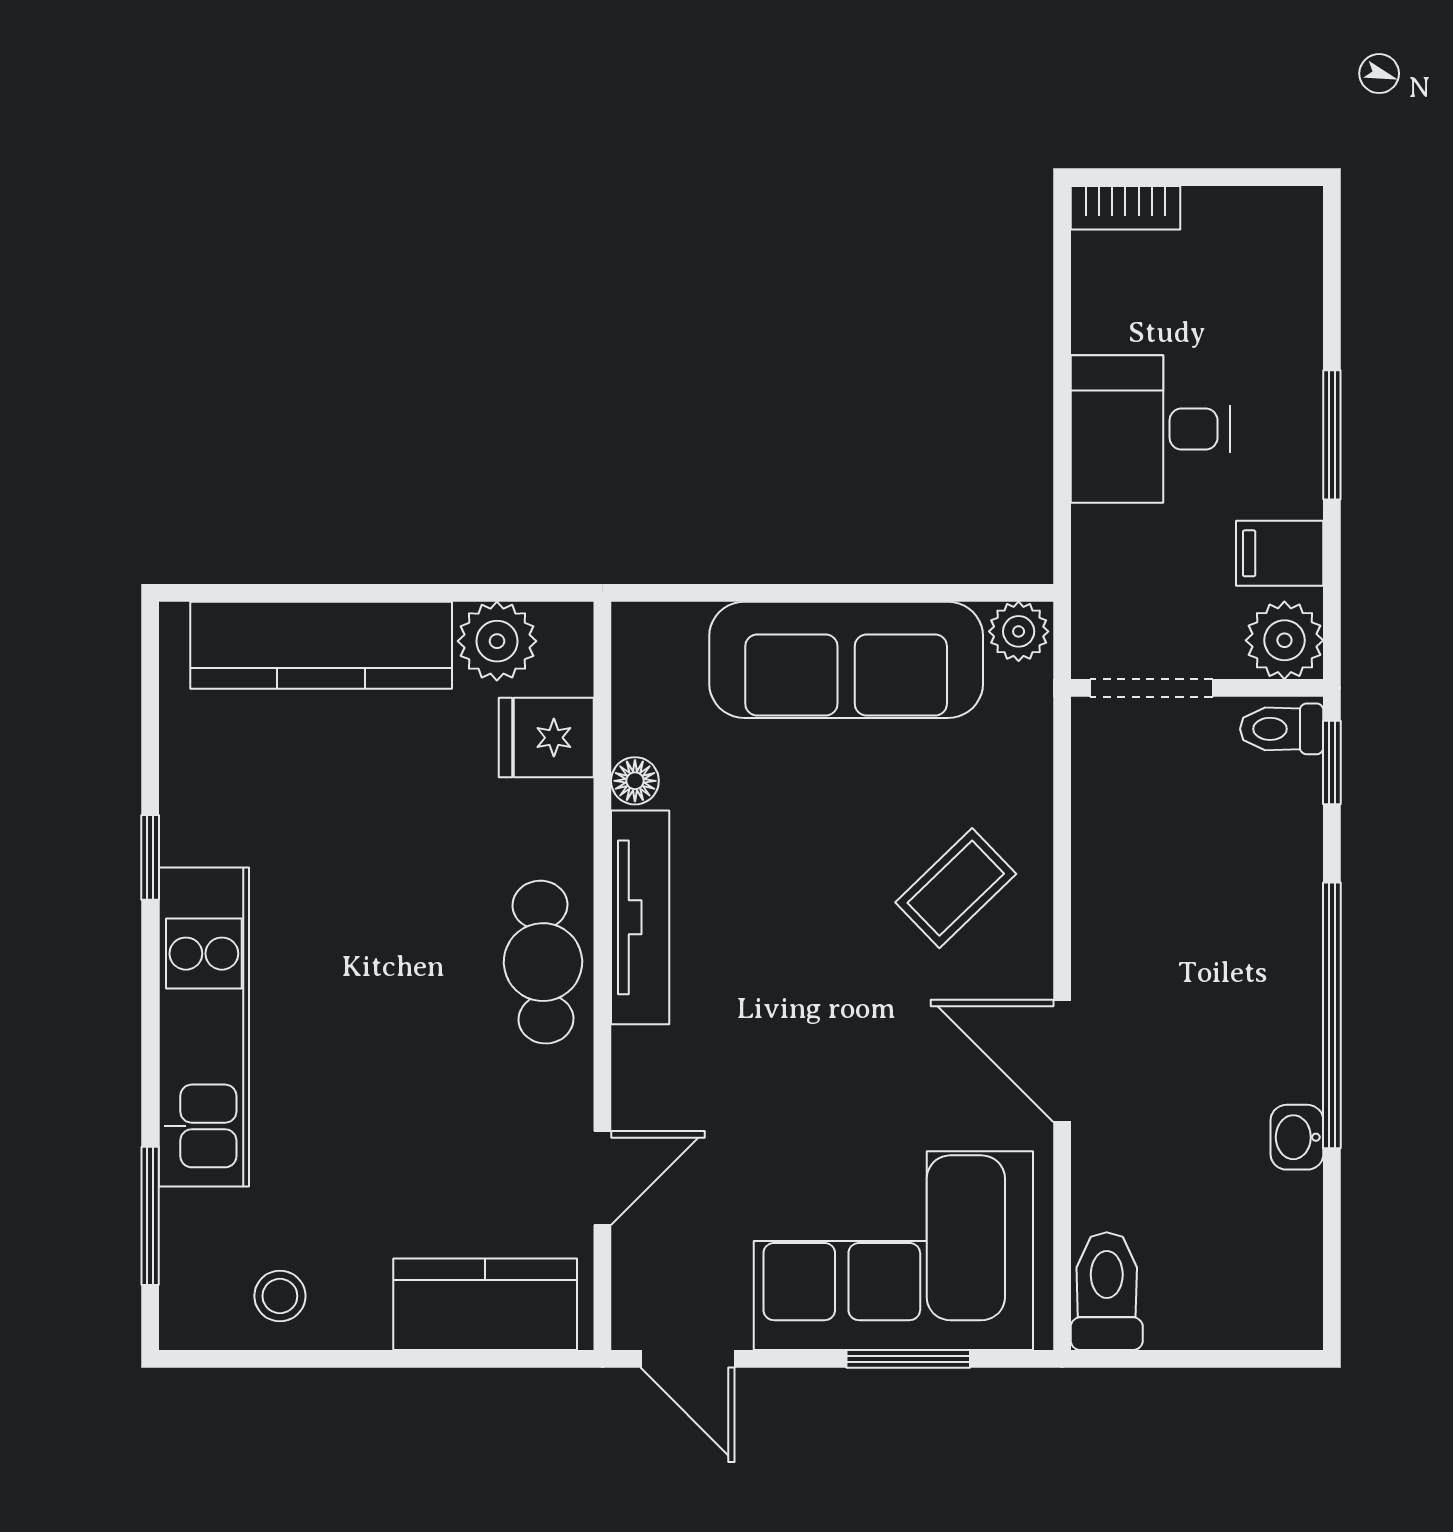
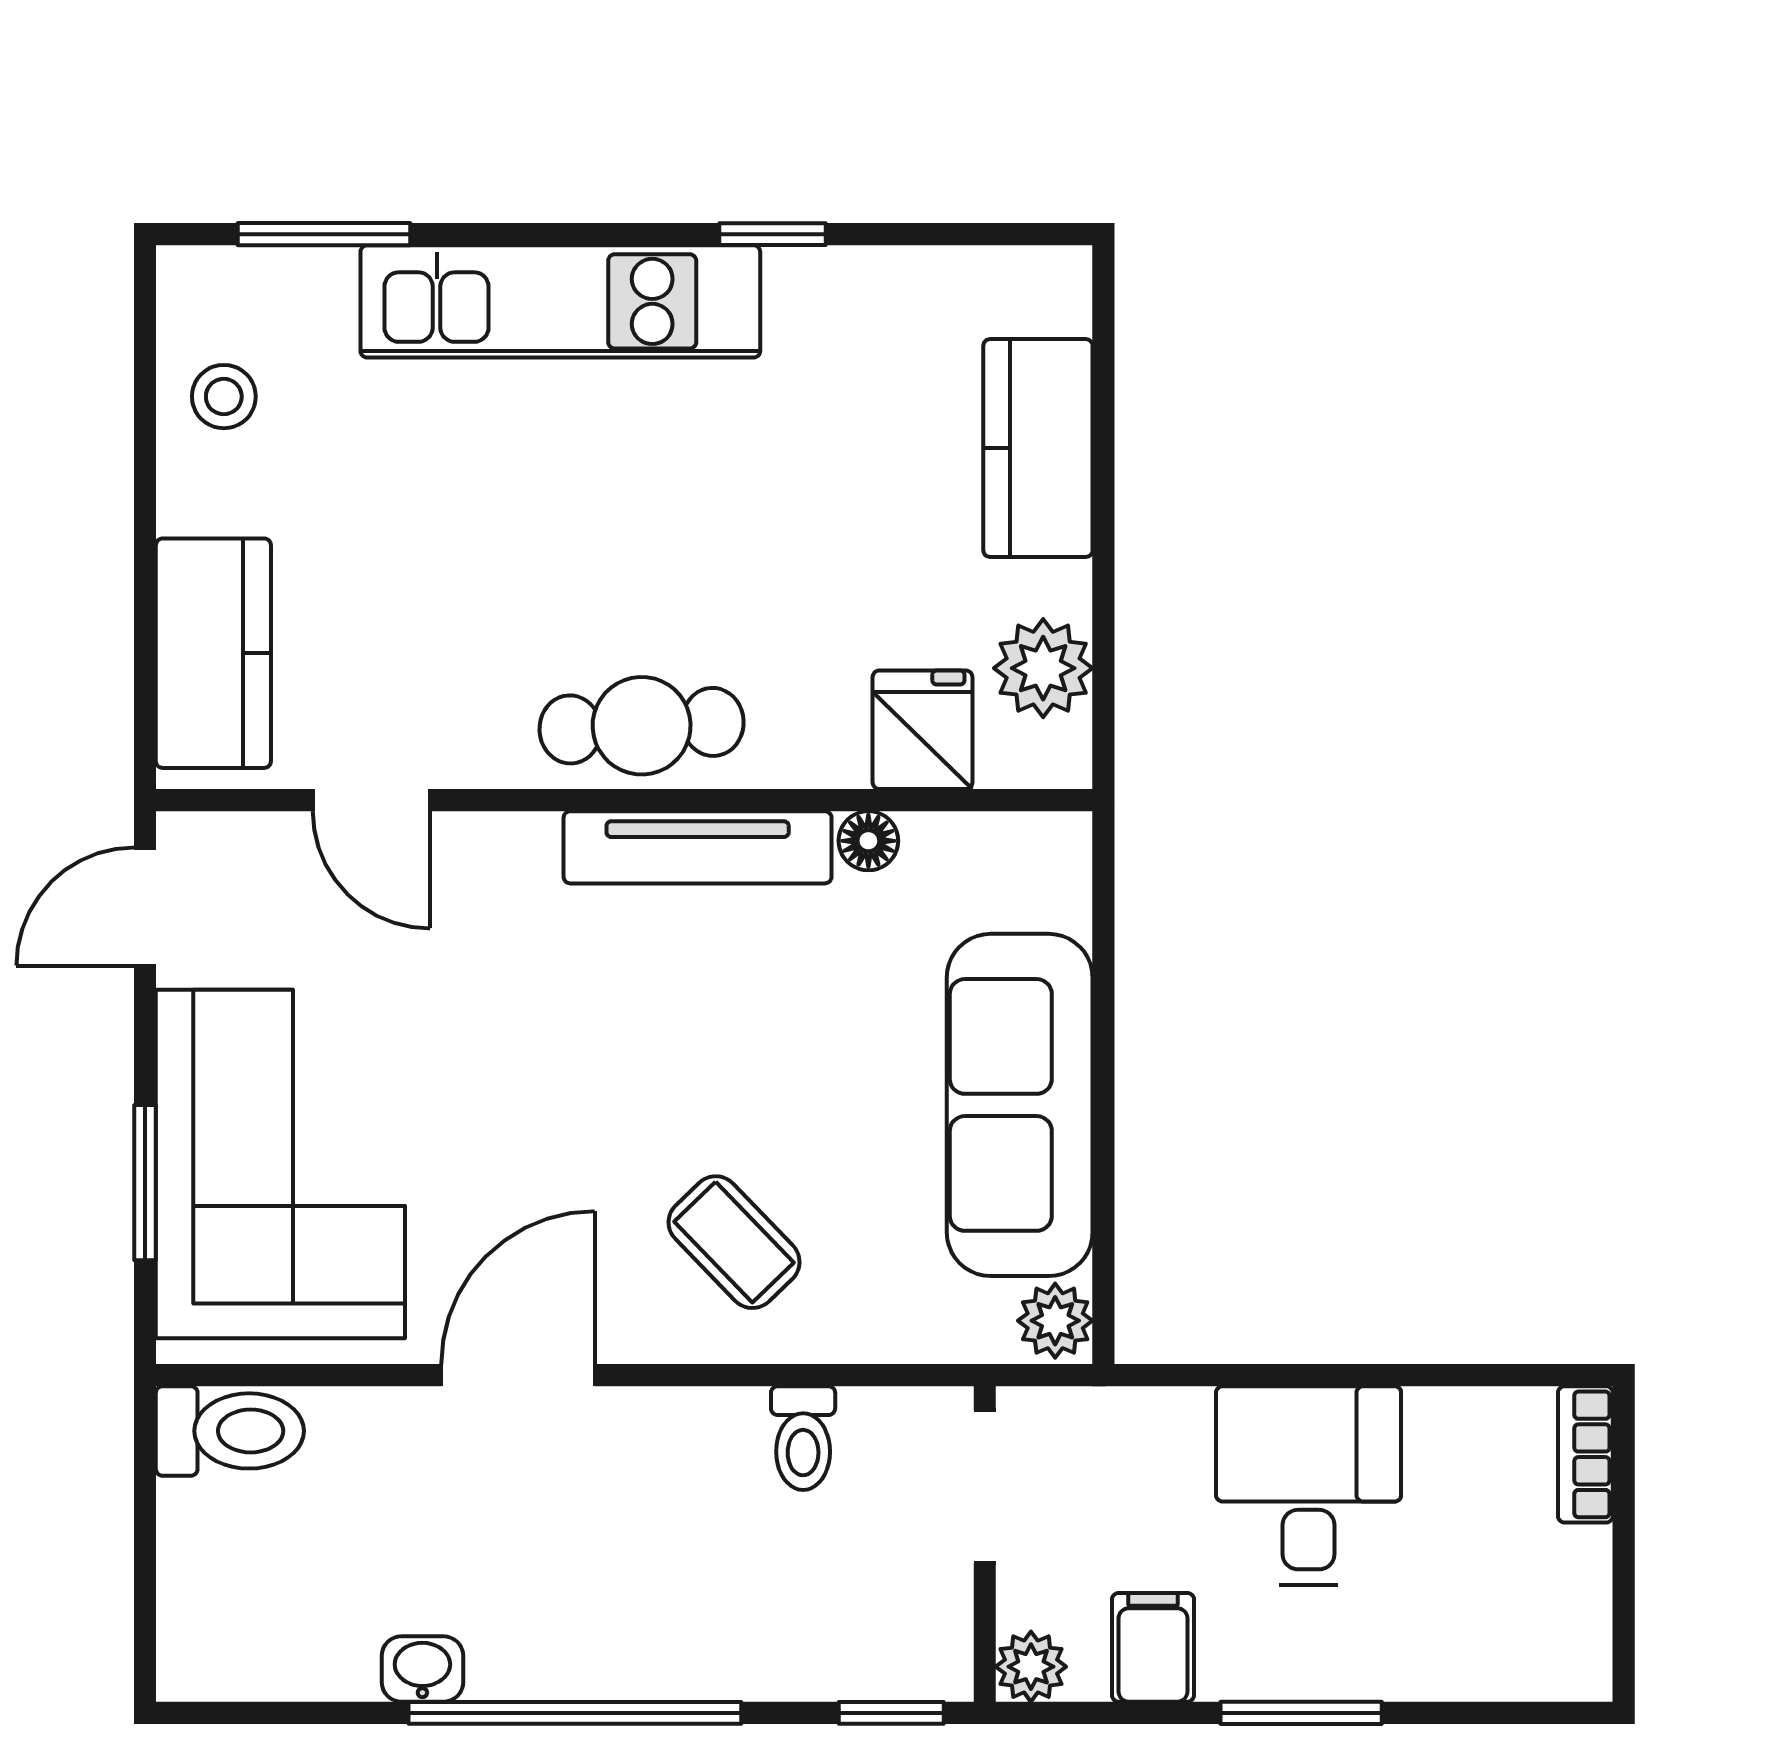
plant: (1284, 640) -> (1031, 1667), width x0.73, depth x0.73
kitchen counter: (321, 645) -> (1038, 448), width x0.67
toilet: (1282, 729) -> (803, 1438), moved, turned 180

